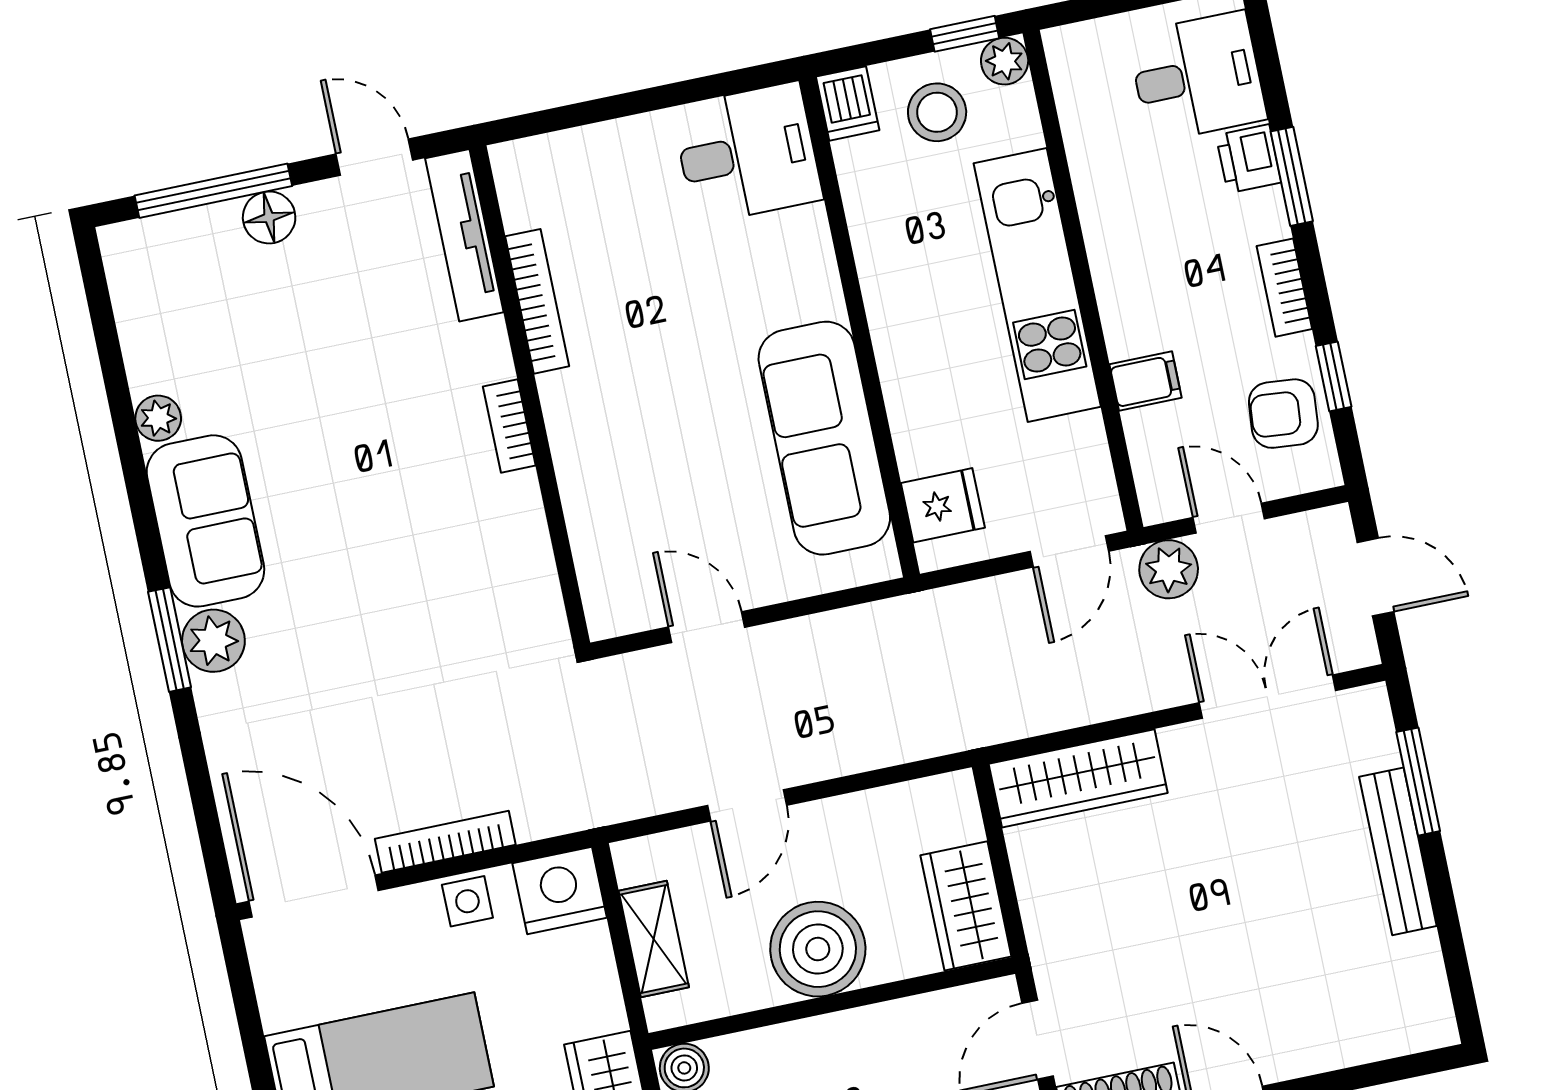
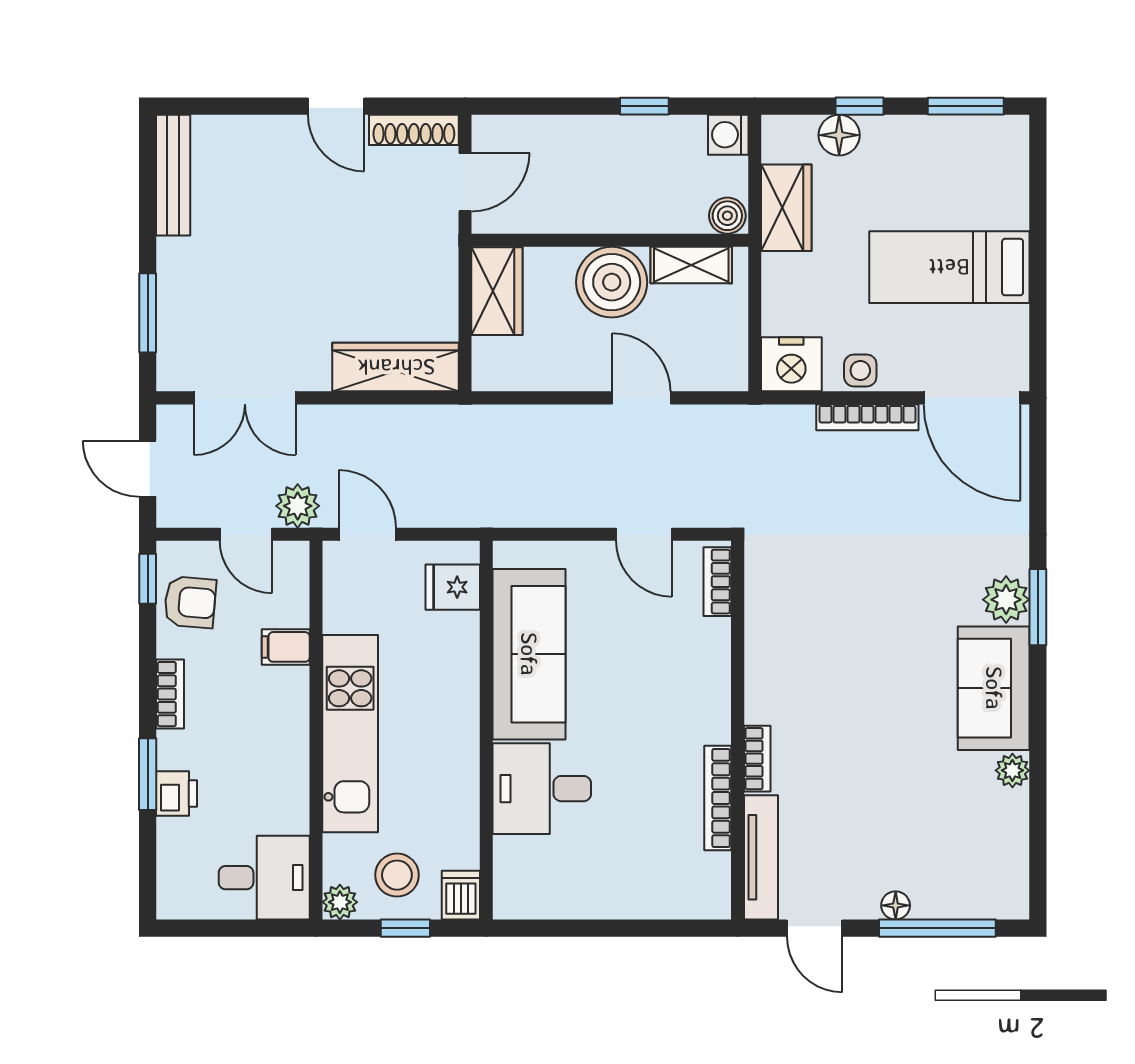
window: (965, 34) -> (405, 928), moved
desk: (1197, 77) -> (264, 878), moved, turned 180
desk: (747, 153) -> (542, 789), moved
floor lamp: (269, 217) -> (896, 905), width x0.73, depth x0.73
window: (1334, 376) -> (148, 579), moved
bookcase: (509, 426) -> (757, 759), moved
door: (1069, 551) -> (367, 534), hinge flipped
bookcase: (597, 585) -> (717, 582), added
door: (747, 805) -> (642, 398), hinge flipped
bench: (1398, 851) -> (173, 175), moved
shelving: (654, 939) -> (691, 265), moved, turned 90

